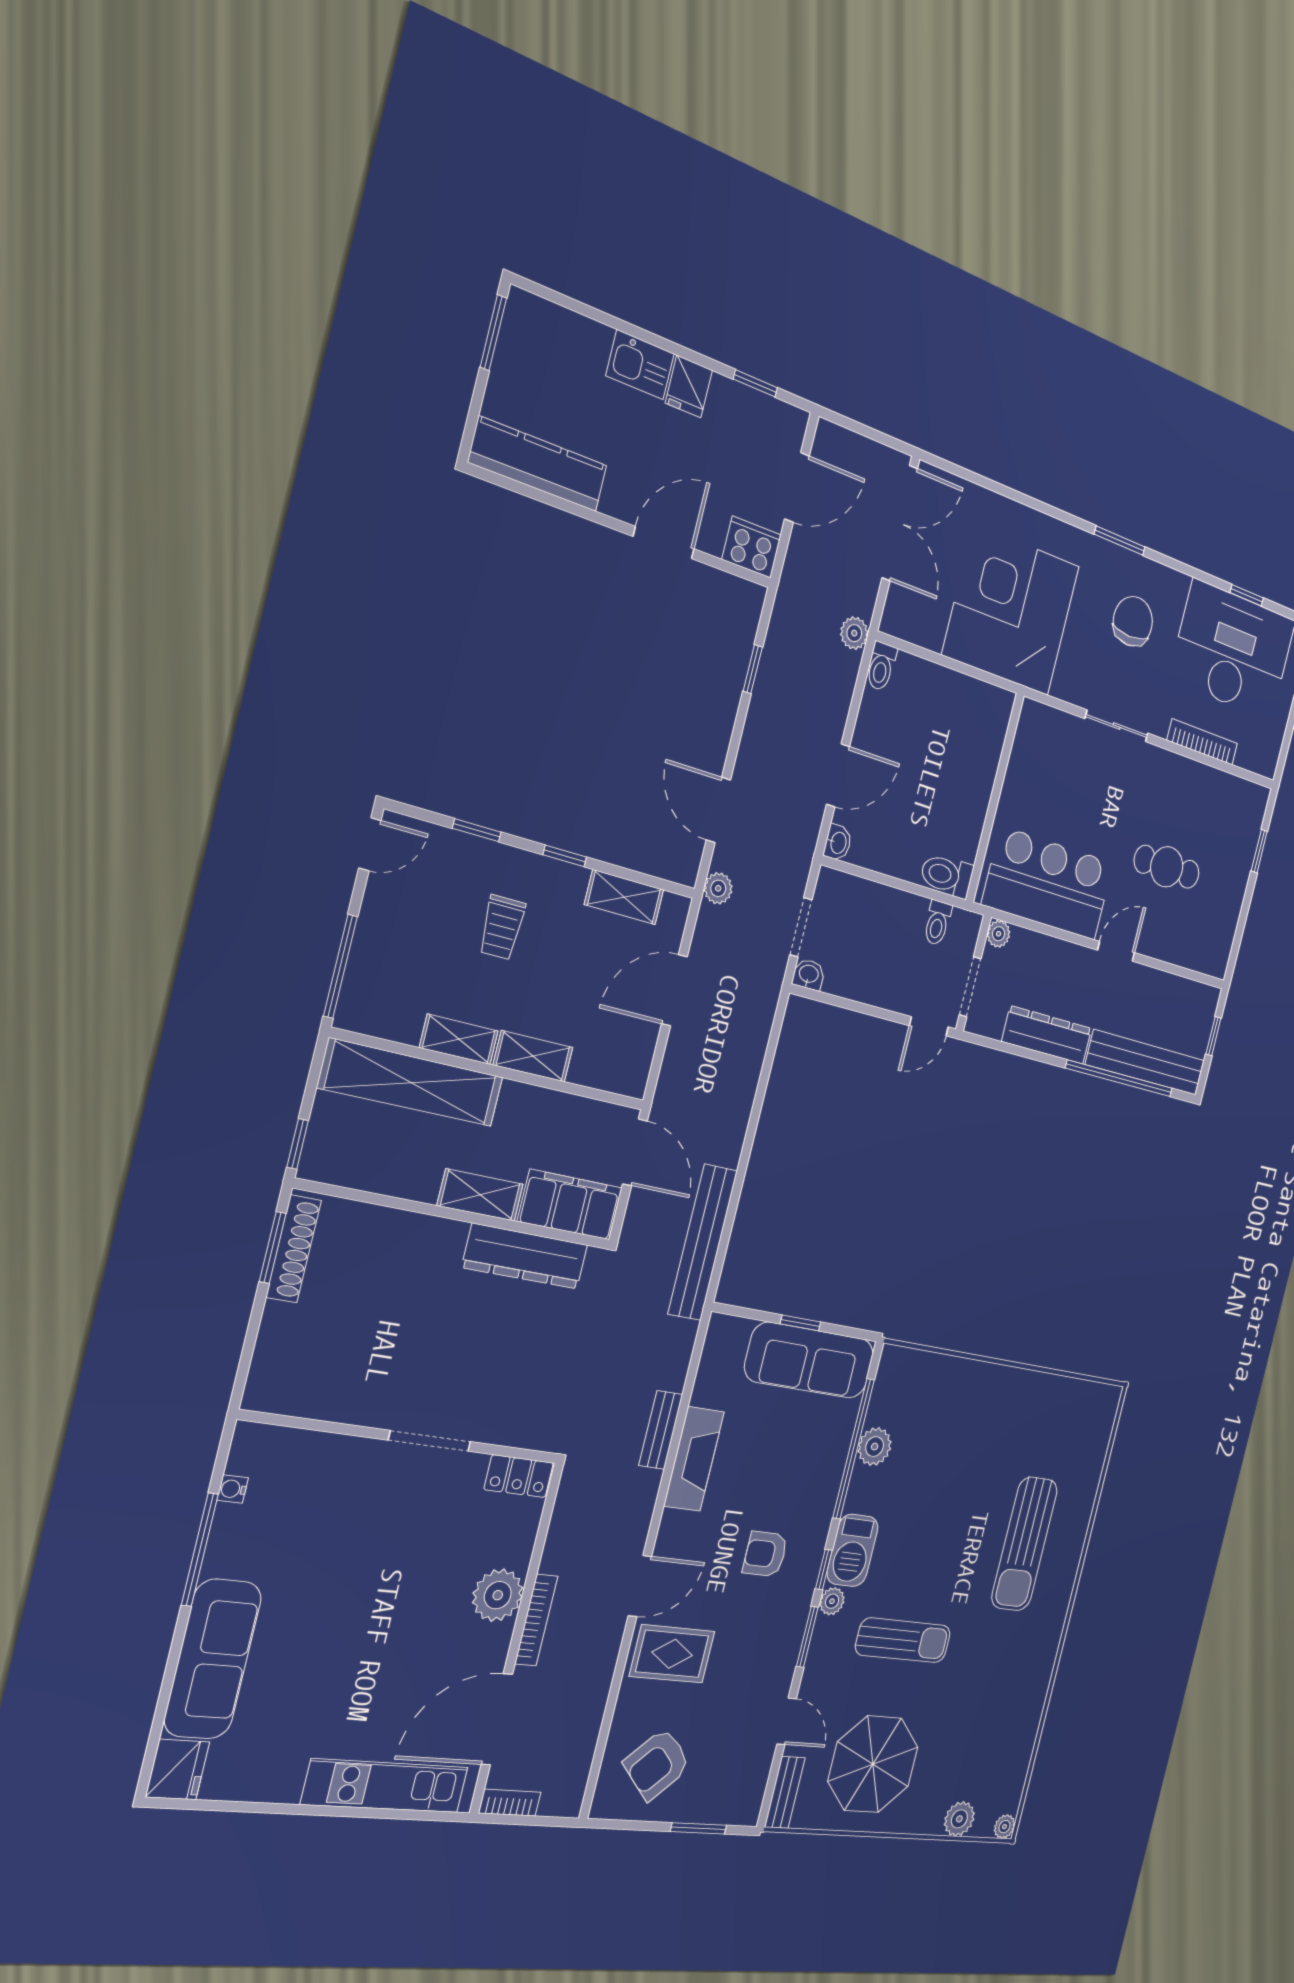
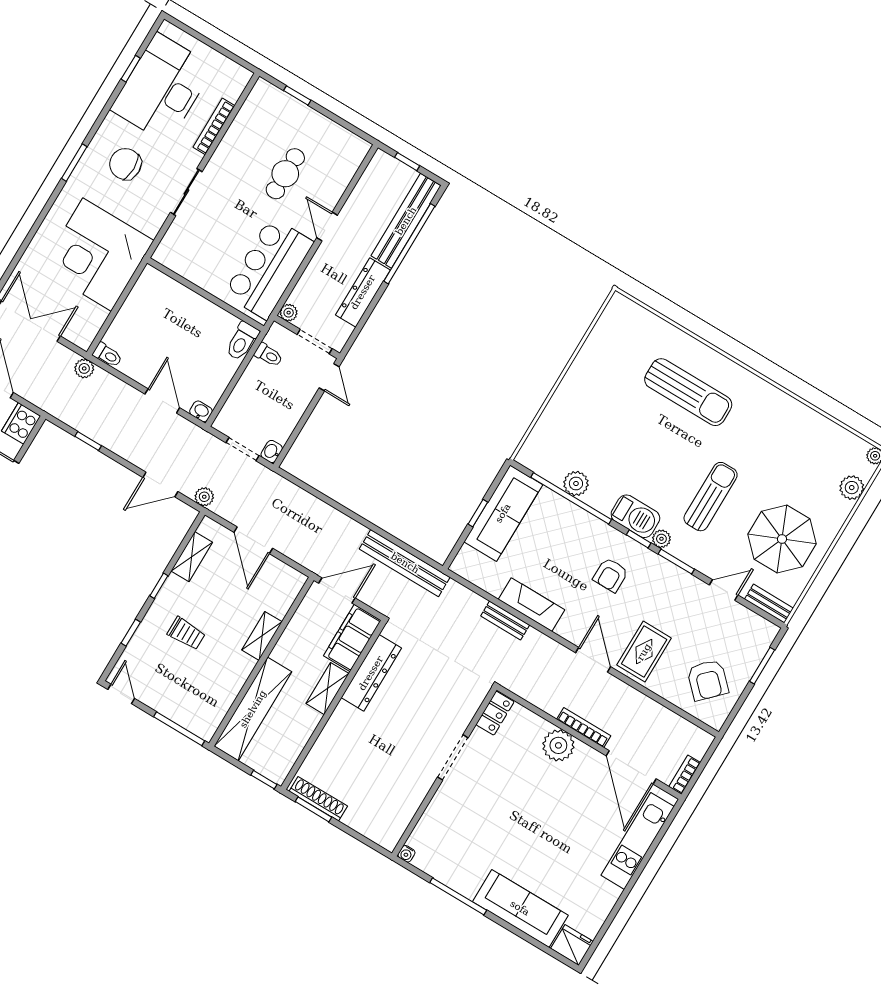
shelving: (459, 1039) -> (239, 676), removed
water cooler: (233, 1489) -> (407, 854), moved

